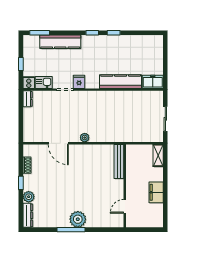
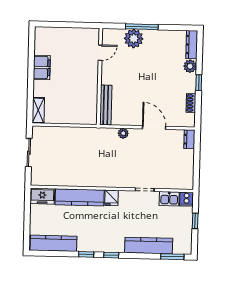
kitchen counter: (142, 42) -> (53, 243), added
fridge: (79, 82) -> (111, 198), moved
dresser: (28, 99) -> (189, 139), moved
bench: (119, 161) -> (106, 105), moved
wall: (125, 186) -> (100, 76), moved
door: (125, 206) -> (100, 53), moved

